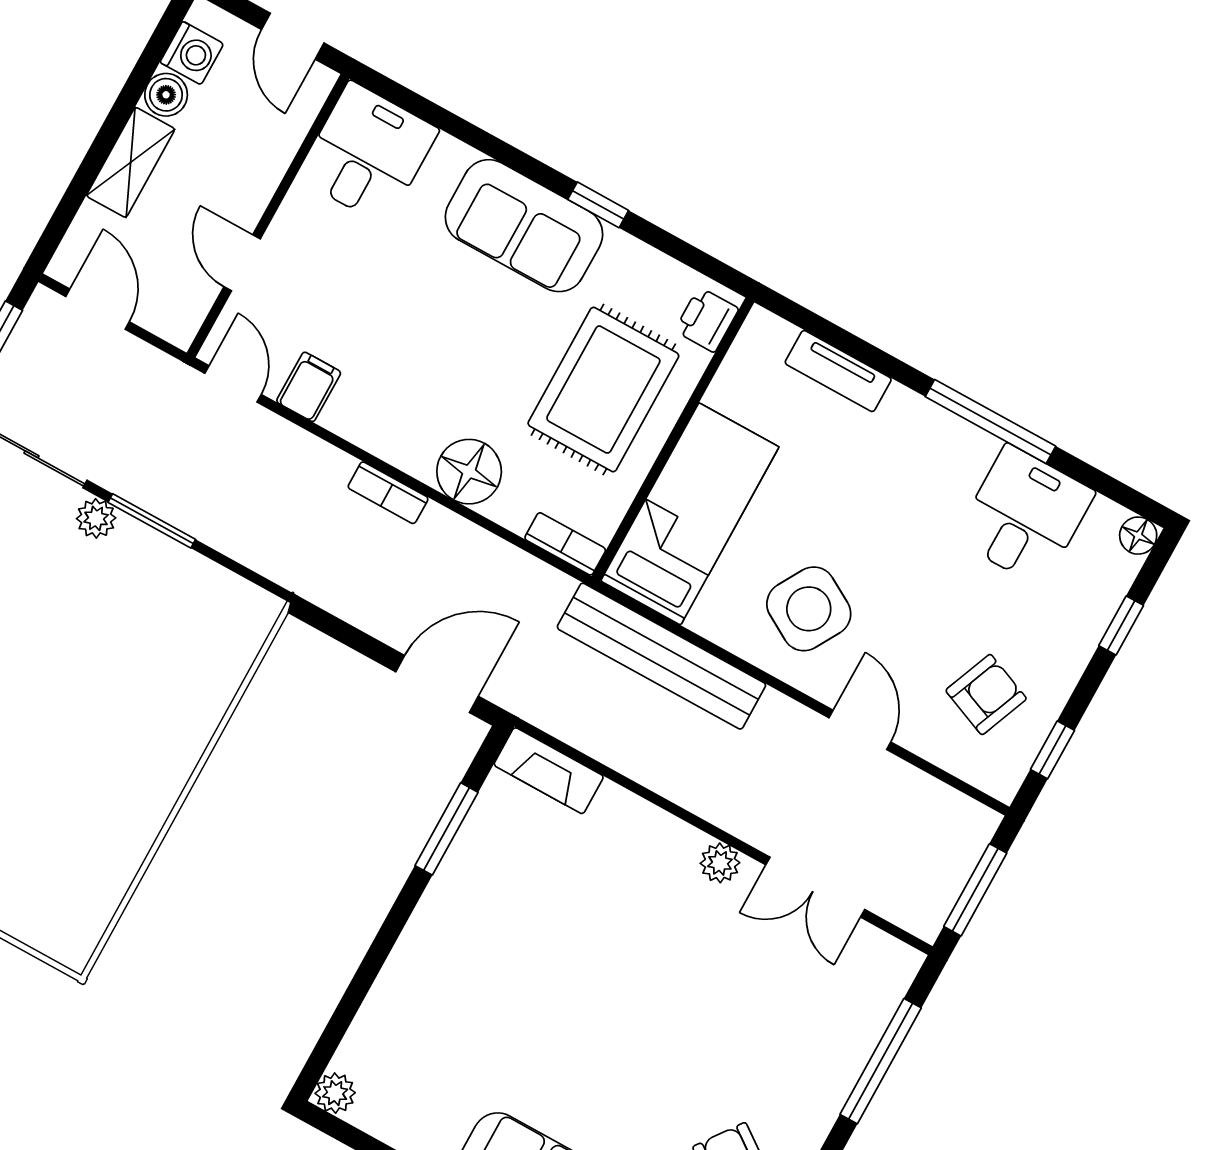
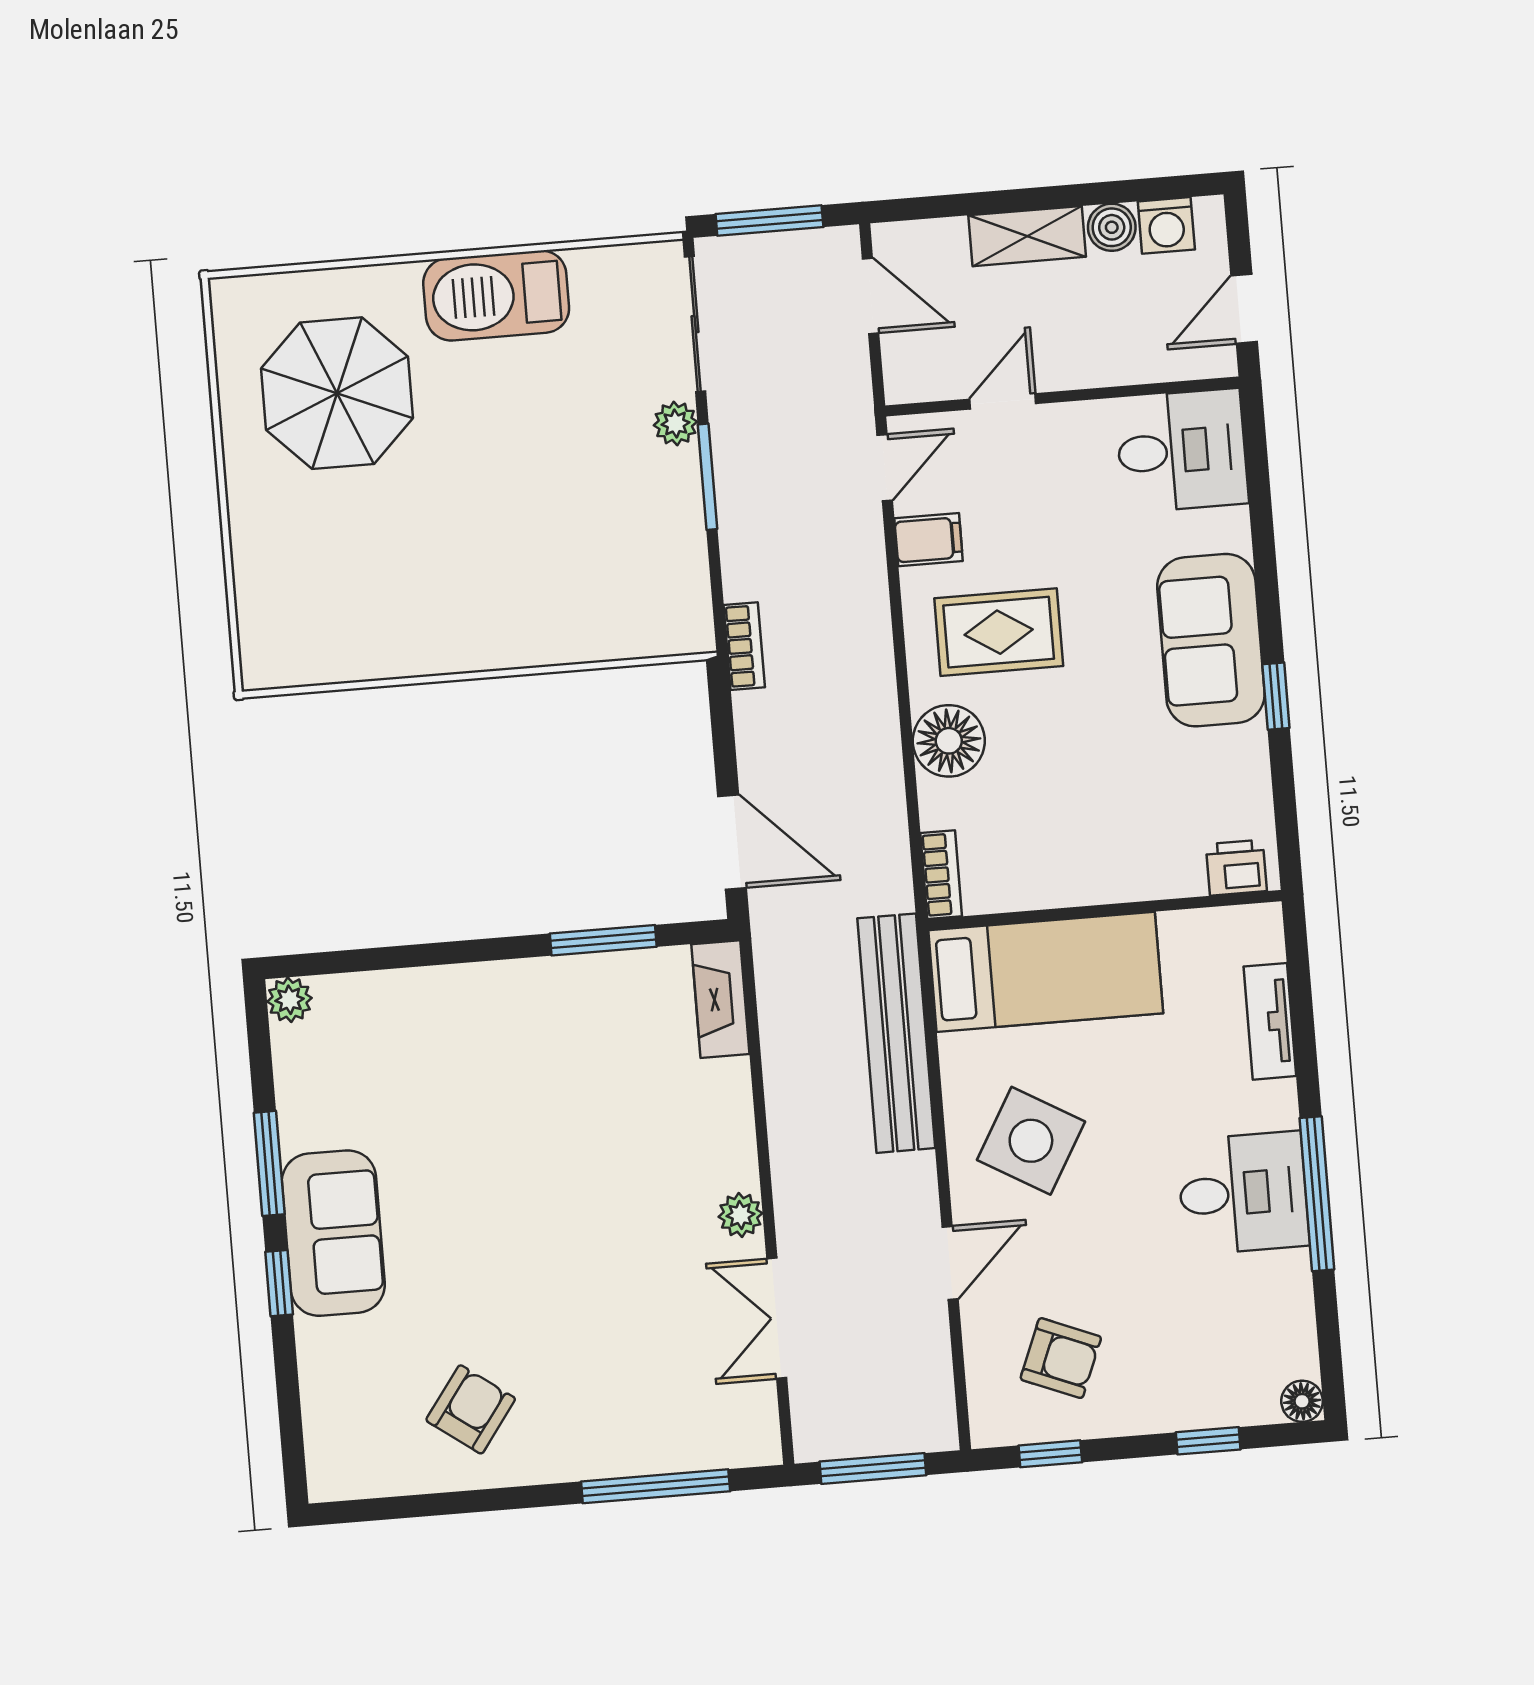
door: (98, 309) -> (871, 296), hinge flipped
rug: (603, 390) -> (999, 632), moved, width x0.73, depth x0.70
bookcase: (388, 493) -> (744, 646), moved, turned 180
desk: (1025, 516) -> (1243, 1193), moved

